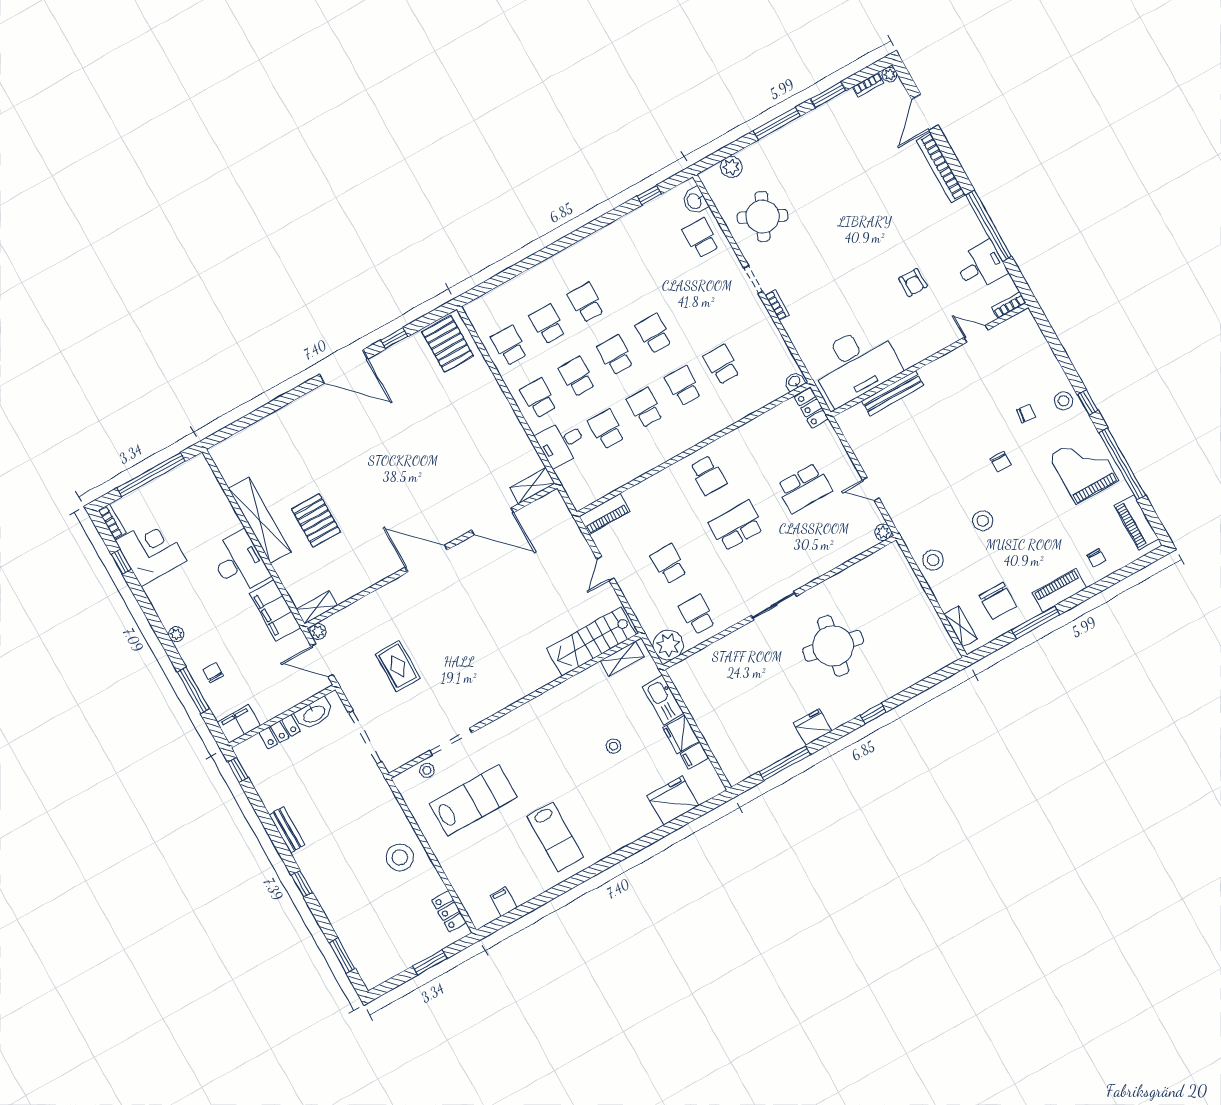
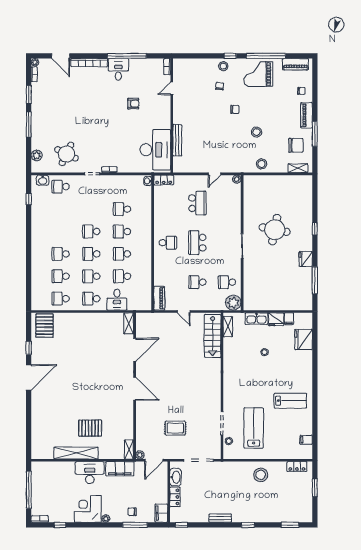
desk: (981, 266) -> (118, 69), moved
pallet: (448, 344) -> (45, 326), turned 90
corner desk: (151, 551) -> (88, 509), moved
door: (426, 559) -> (135, 389), swing flipped

